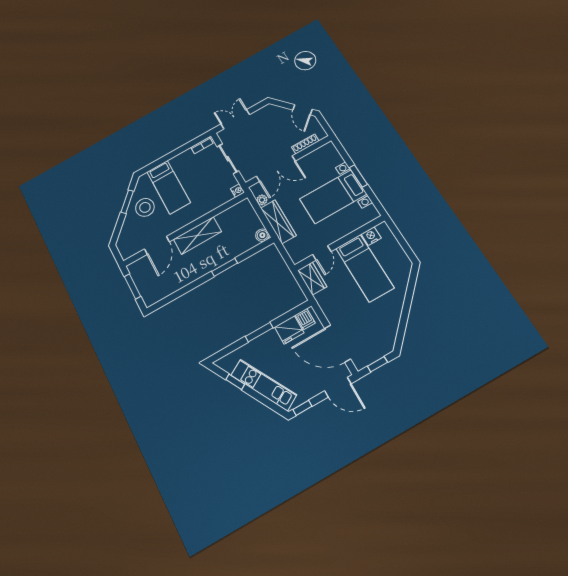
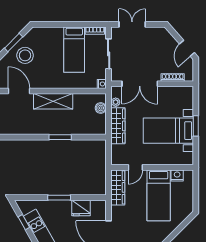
bed: (169, 187) -> (74, 50), moved
boiler: (262, 235) -> (101, 108), moved
door: (157, 245) -> (19, 91), swing flipped
wardrobe: (312, 279) -> (118, 187), width x1.50
dishwasher: (305, 319) -> (96, 207), removed

